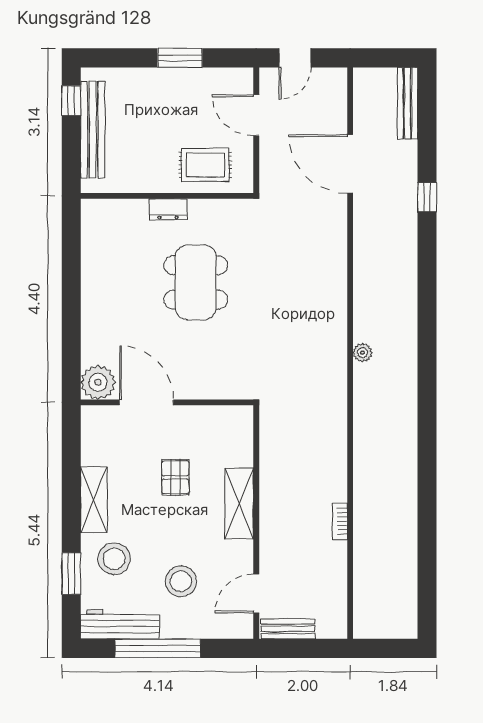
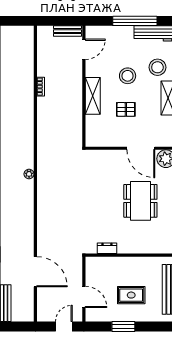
rug: (205, 165) -> (131, 295), moved
dresser: (168, 209) -> (107, 248), moved
dining table: (196, 282) -> (140, 201), moved
pallet: (175, 477) -> (126, 109), turned 90
stool: (181, 581) -> (128, 76), moved

